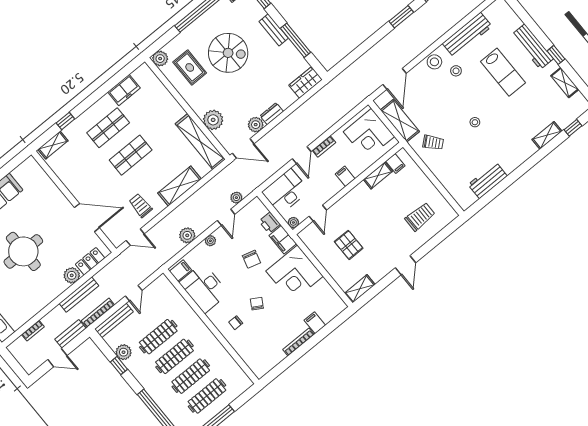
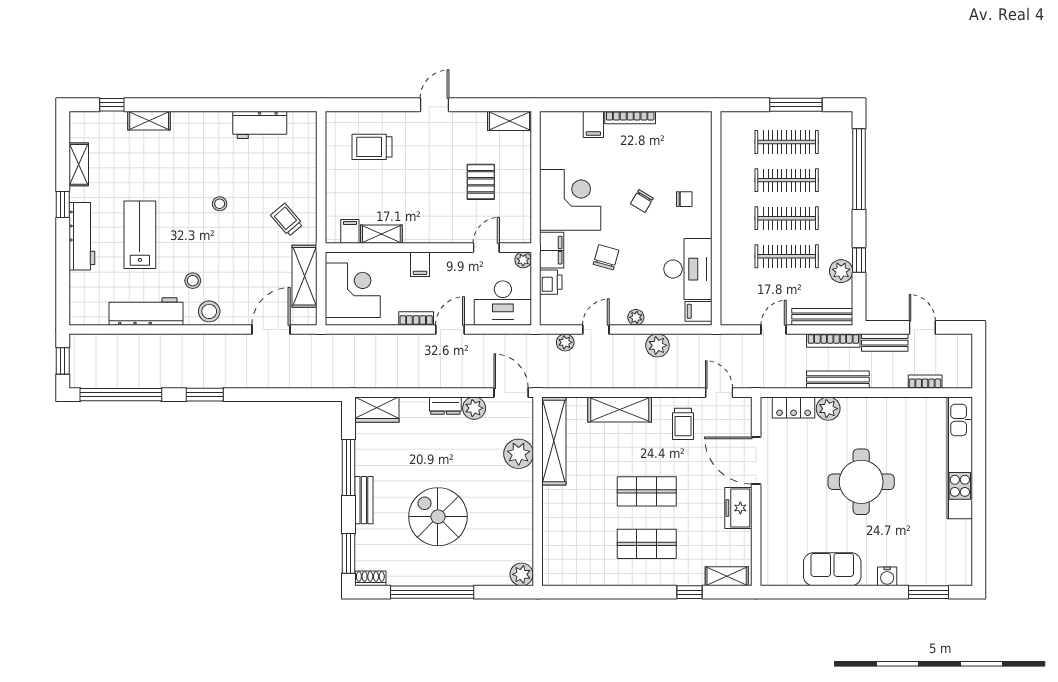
rug: (190, 67) -> (496, 536), removed
freezer: (124, 90) -> (738, 508), moved, turned -90

